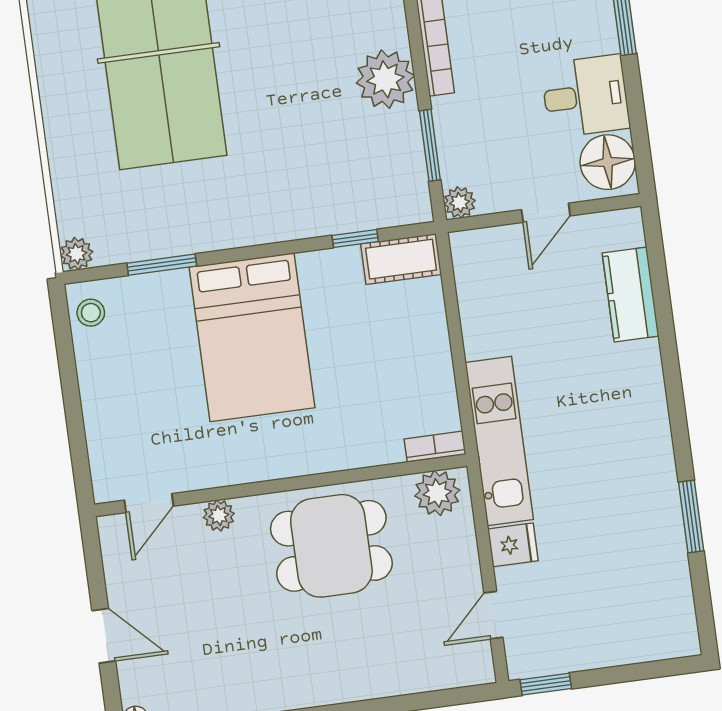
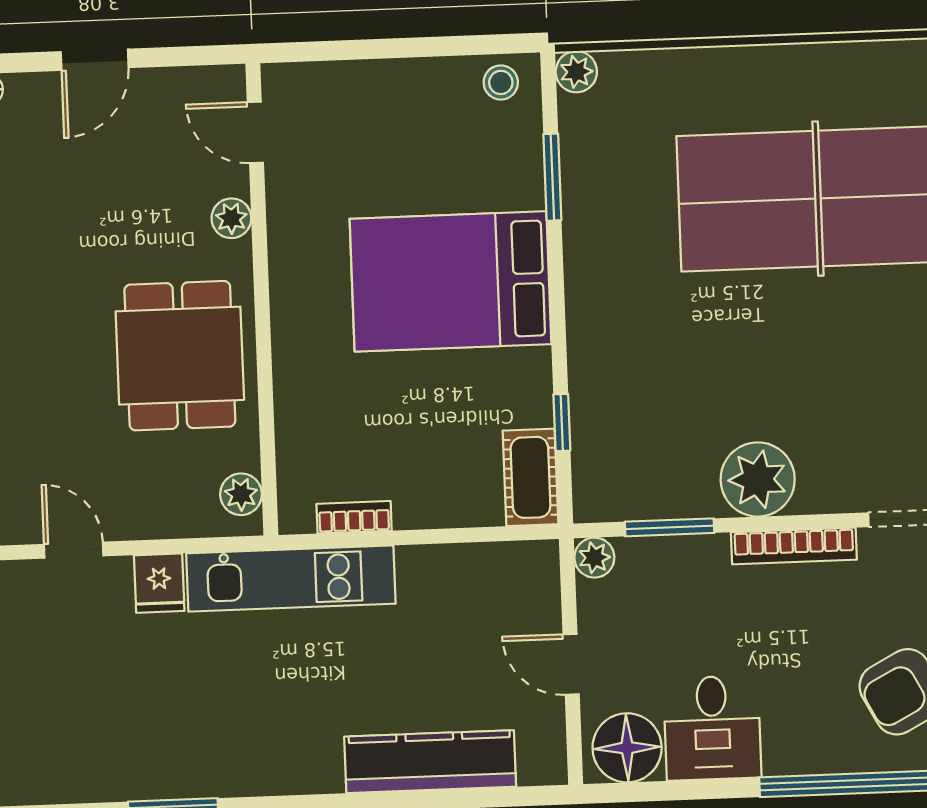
kitchen counter: (631, 295) -> (430, 762), width x1.50
bookcase: (435, 447) -> (354, 517), moved, turned -90
plant: (437, 493) -> (241, 494), width x0.73, depth x0.73

